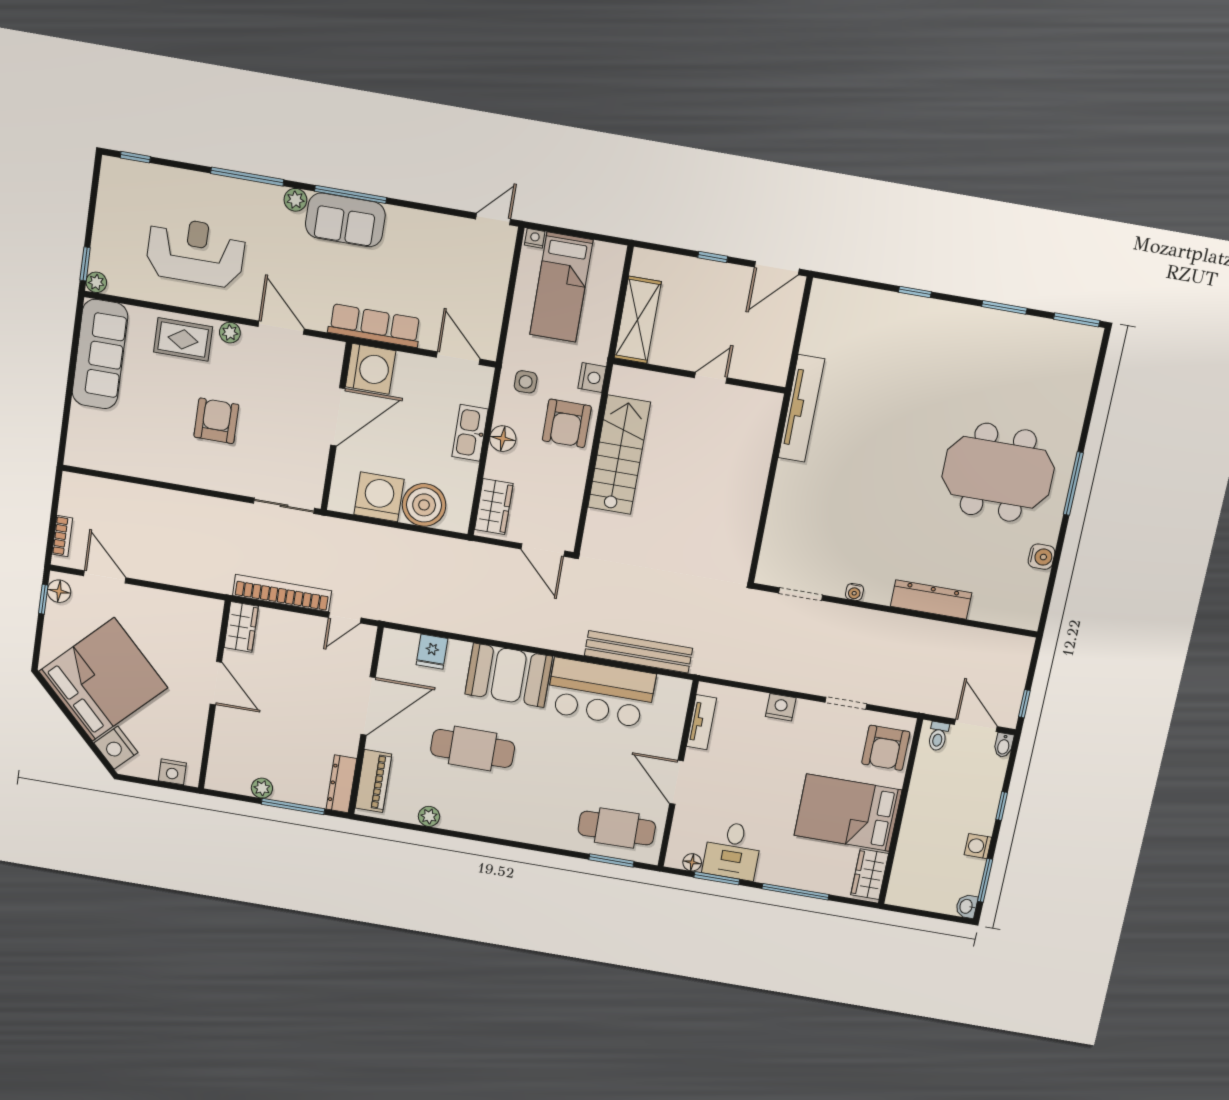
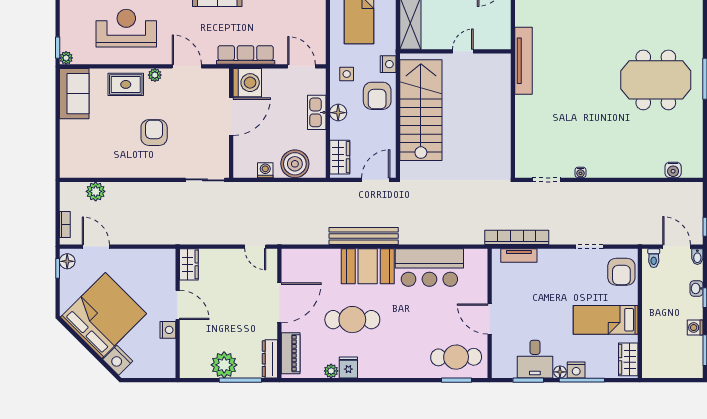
sofa: (100, 354) -> (74, 94), width x0.73
stairs: (619, 455) -> (421, 110), width x1.36, depth x1.51
plant: (115, 495) -> (96, 191), added
washing machine: (379, 497) -> (265, 170), width x0.53, depth x0.53
door: (543, 550) -> (376, 180), swing flipped
water cooler: (1041, 557) -> (673, 170), moved, turned 90
bookcase: (282, 593) -> (517, 237), moved
dresser: (931, 600) -> (630, 169), removed
door: (345, 618) -> (255, 247), hinge flipped
fridge: (432, 652) -> (348, 367), moved, turned 180
bench: (638, 652) -> (364, 236), moved
nightstand: (781, 707) -> (576, 370), moved, turned 180
tv unit: (701, 722) -> (519, 255), moved, turned 90
nightstand: (172, 772) -> (168, 330), moved, turned -90
plant: (262, 788) -> (224, 365), width x1.88, depth x1.88
bed: (848, 813) -> (606, 320), width x0.67
floor lamp: (692, 862) -> (560, 372), moved
washbasin: (967, 906) -> (696, 288), moved

